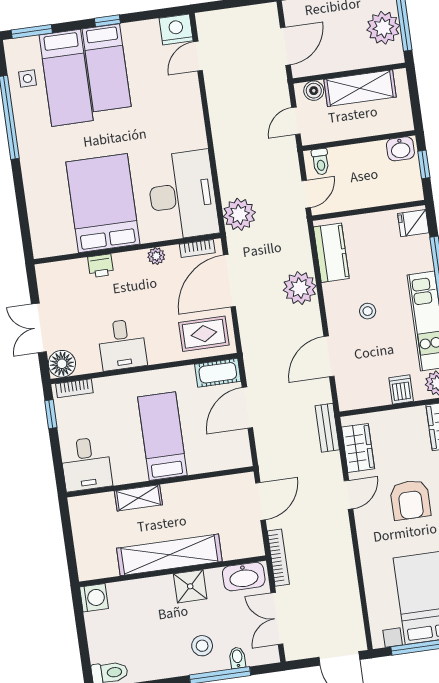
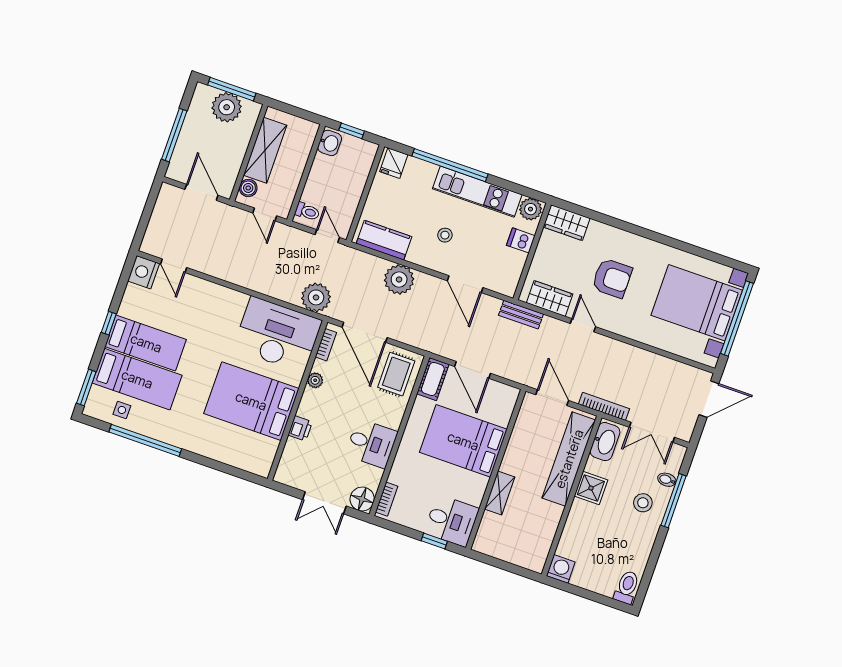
window: (51, 414) -> (434, 541), moved
bed: (162, 436) -> (463, 441), width x1.50
shelving: (169, 555) -> (569, 459), moved

